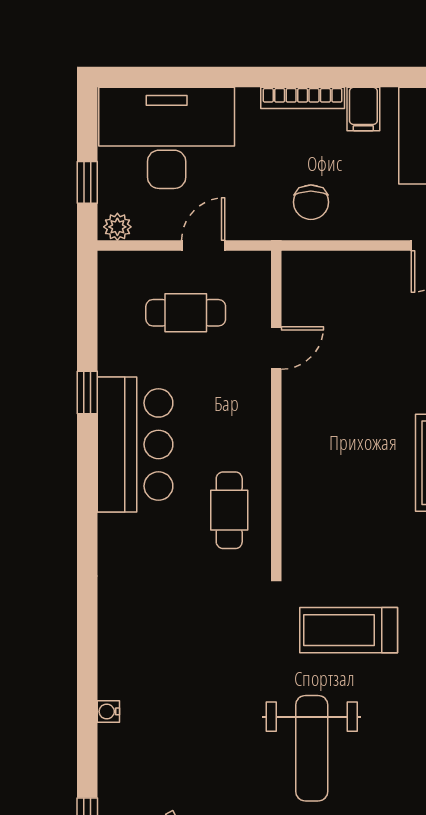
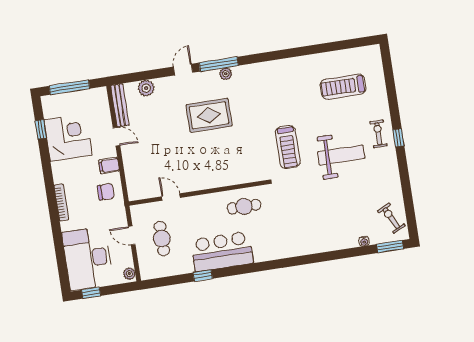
filing cabinet: (363, 109) -> (109, 166), moved, turned 180
window: (87, 182) -> (91, 293), moved
water cooler: (108, 711) -> (364, 241), moved

